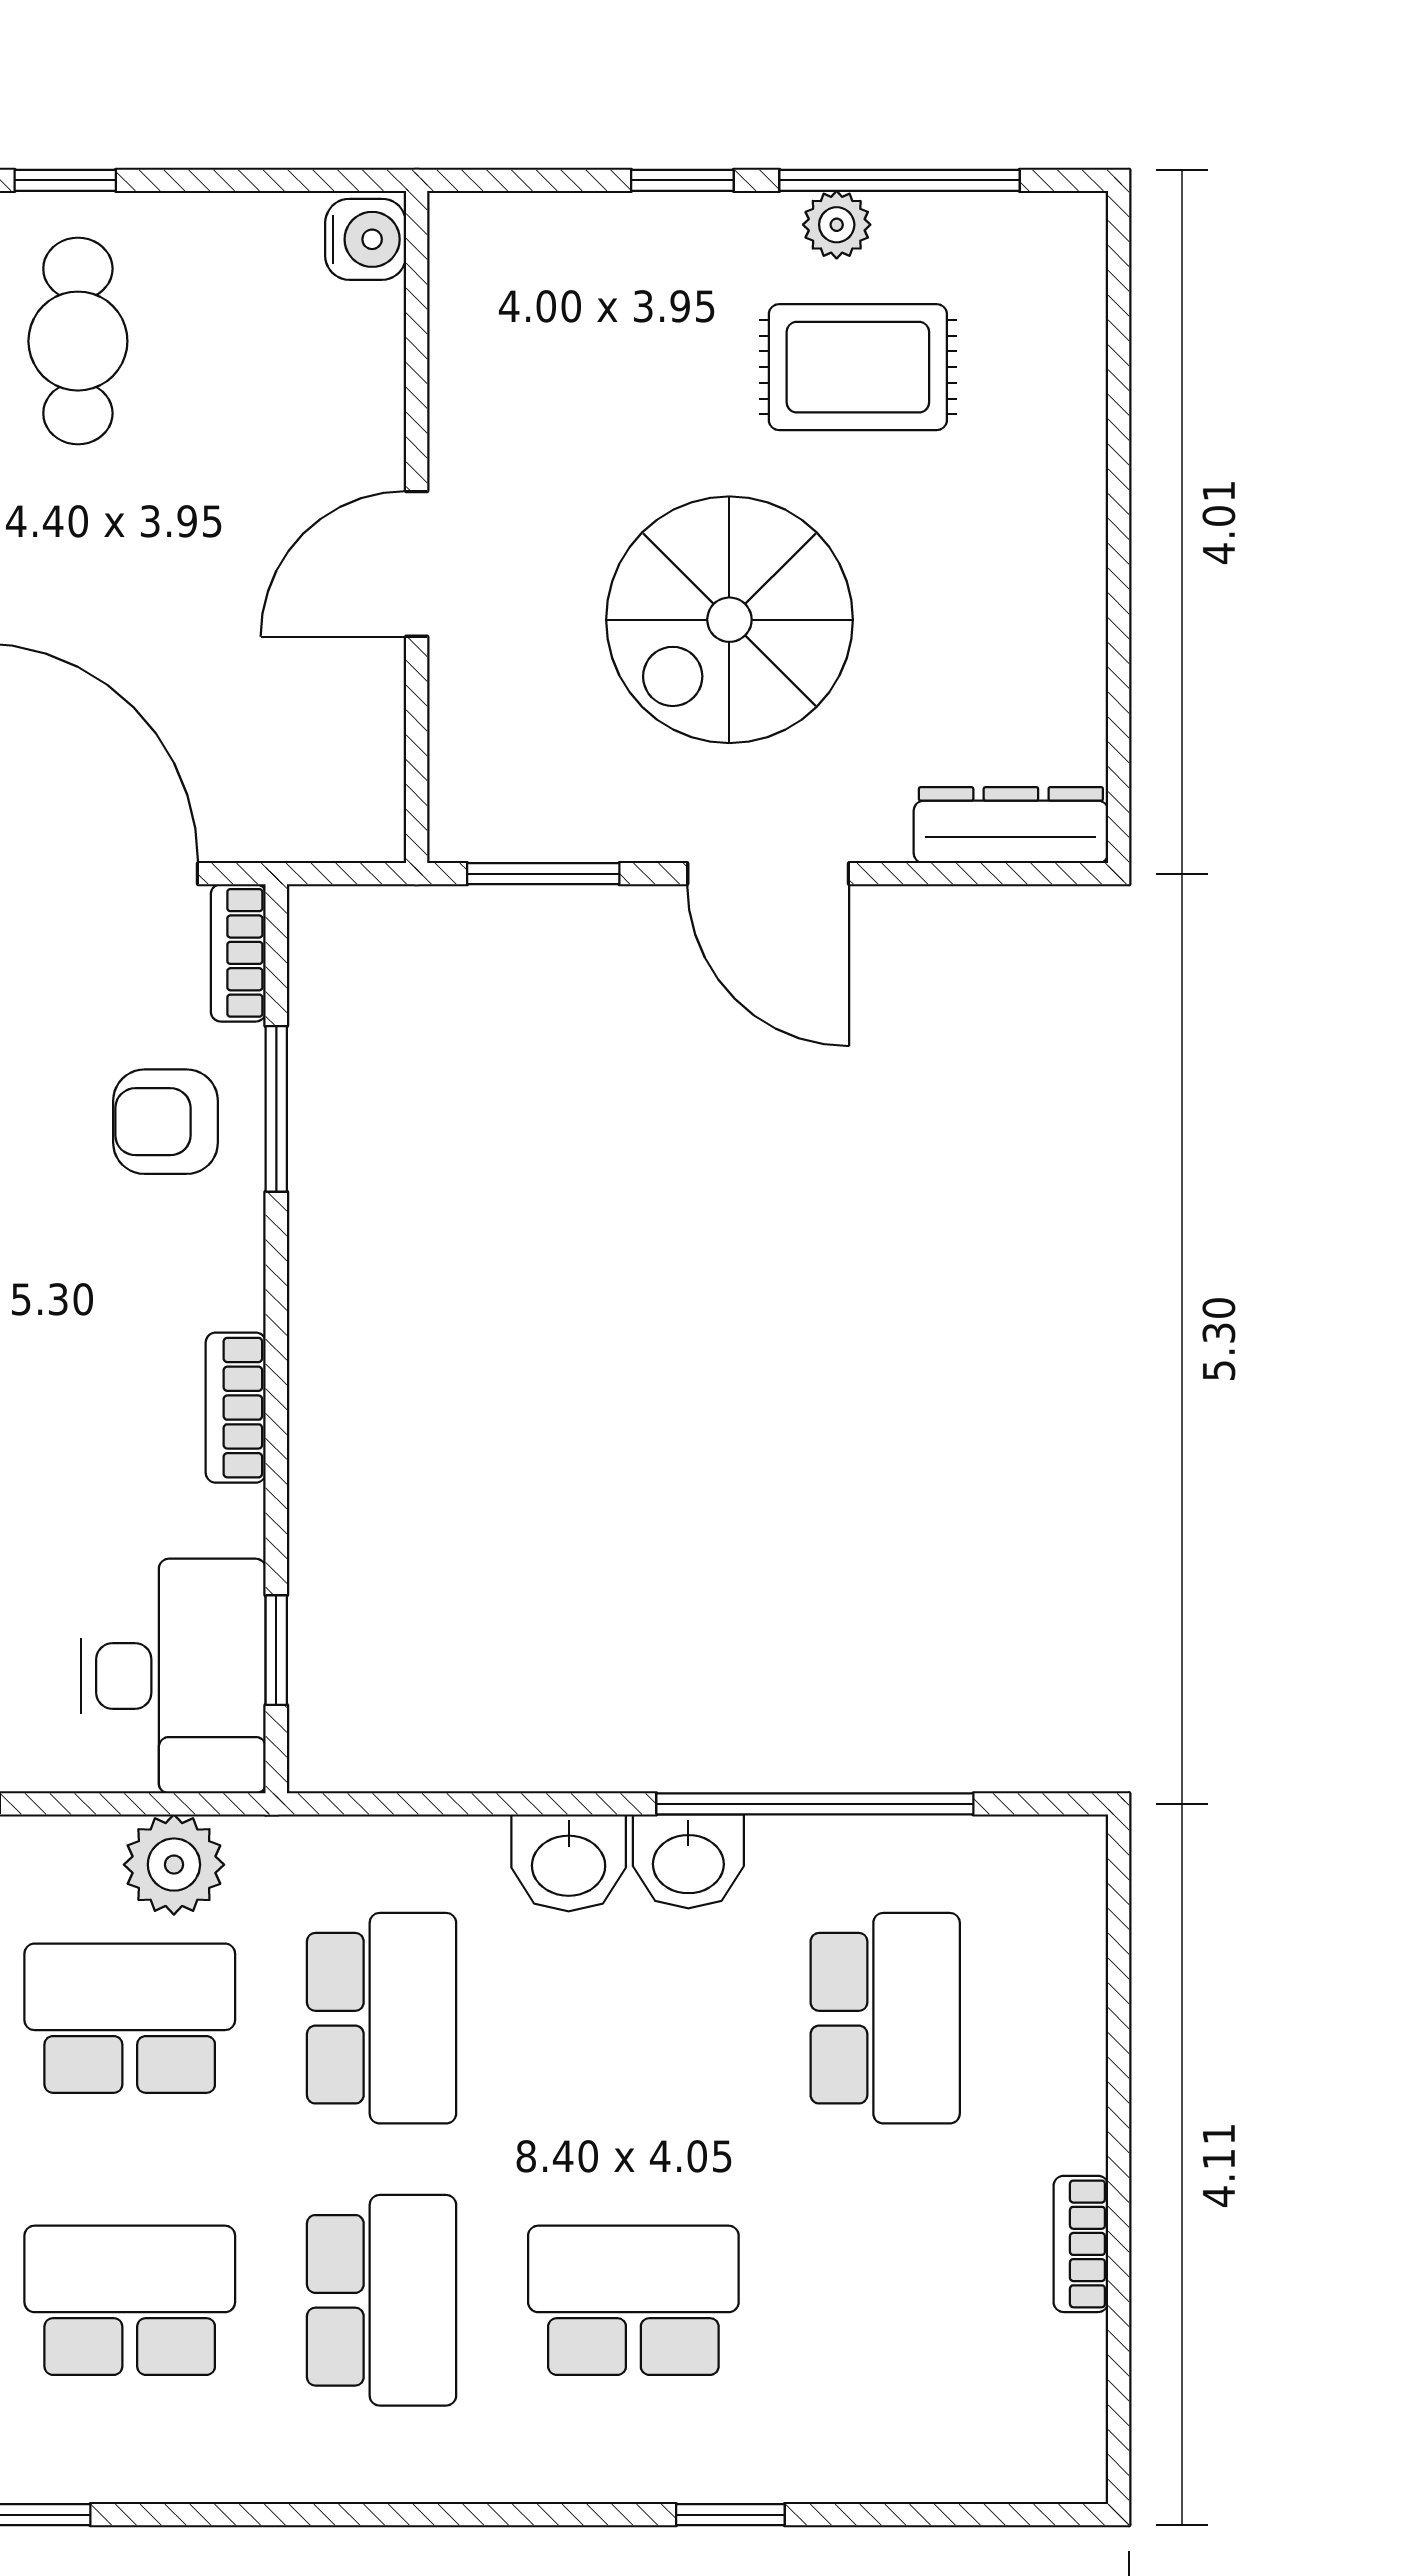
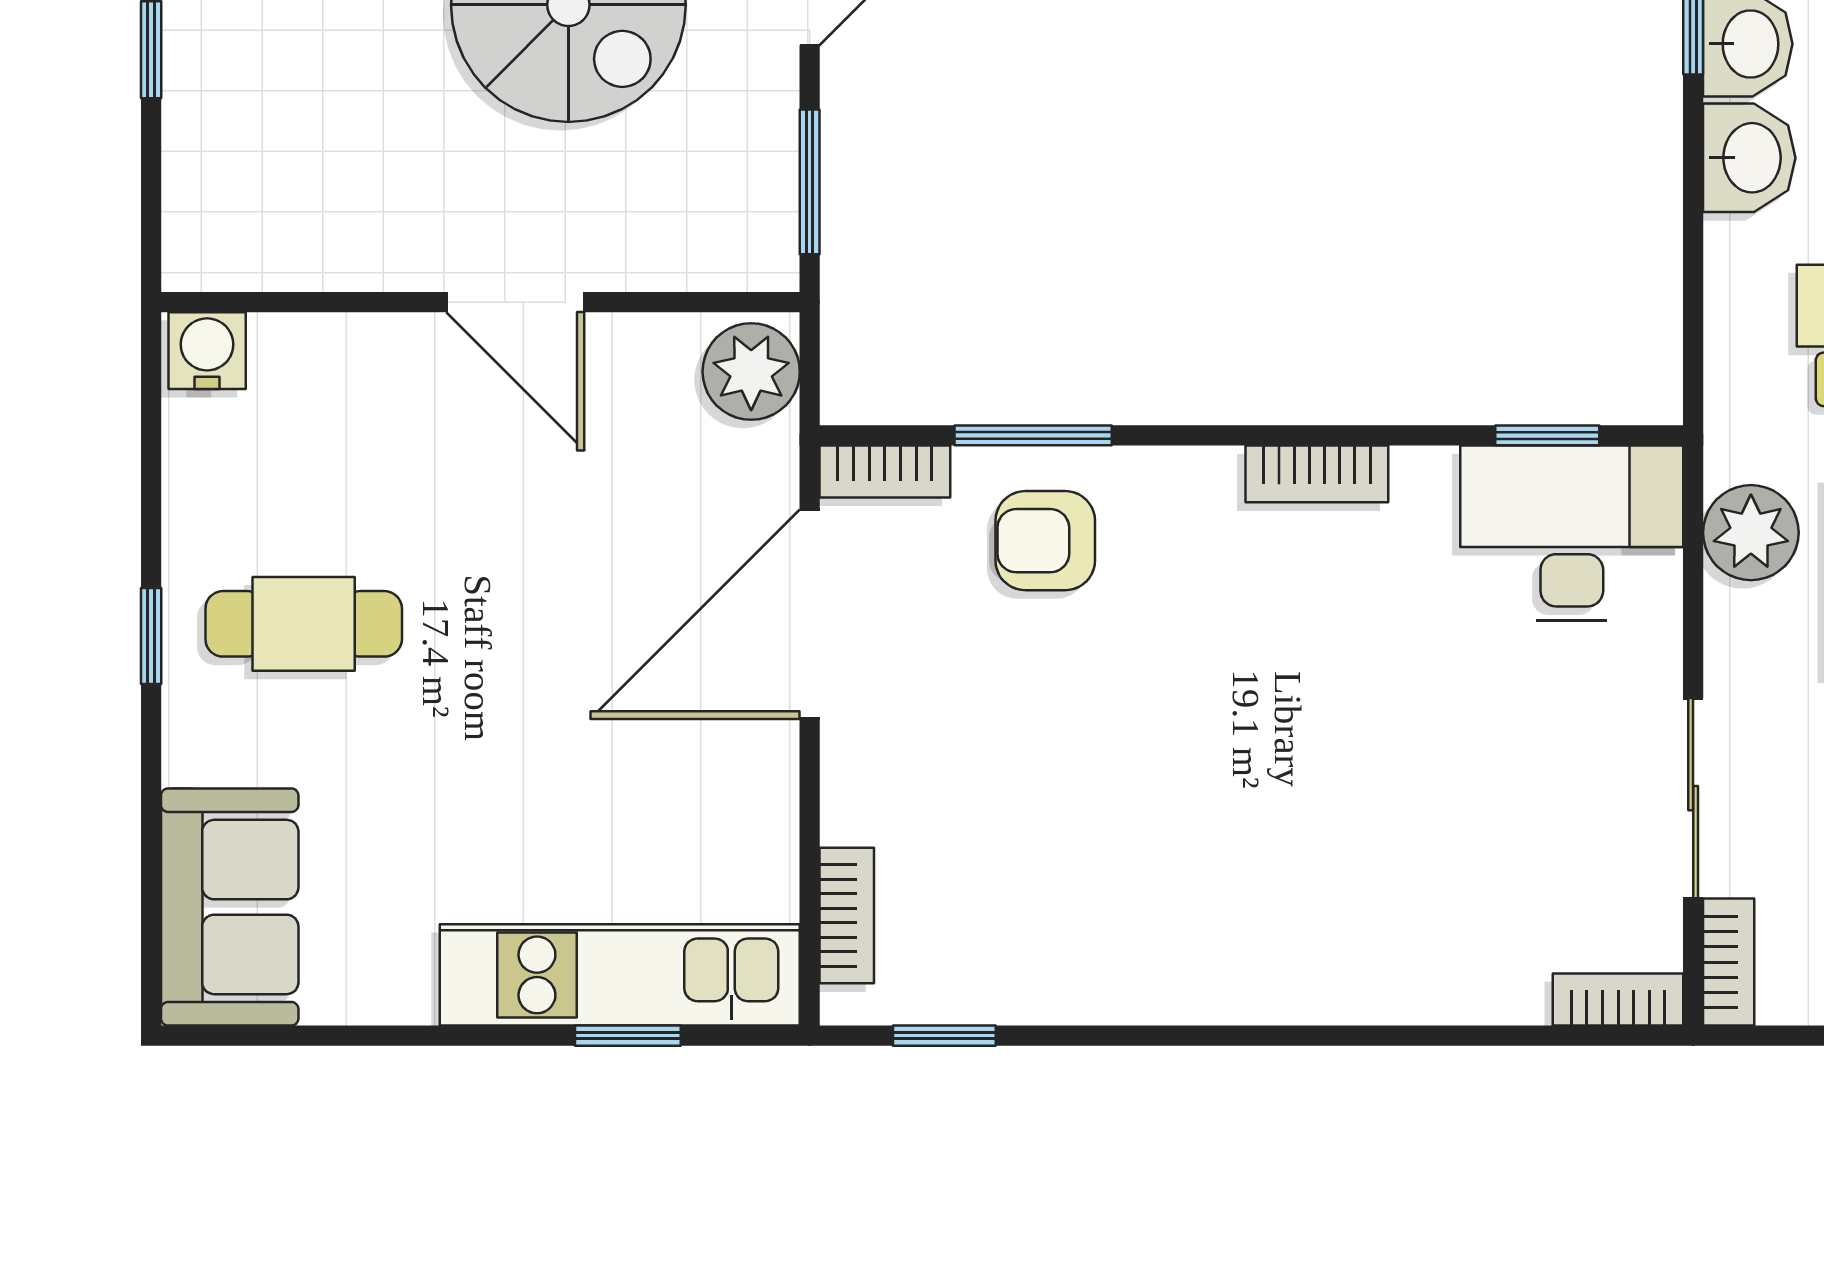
plant: (344, 812) -> (751, 372), added
armchair: (166, 1122) -> (1045, 541), turned 90

